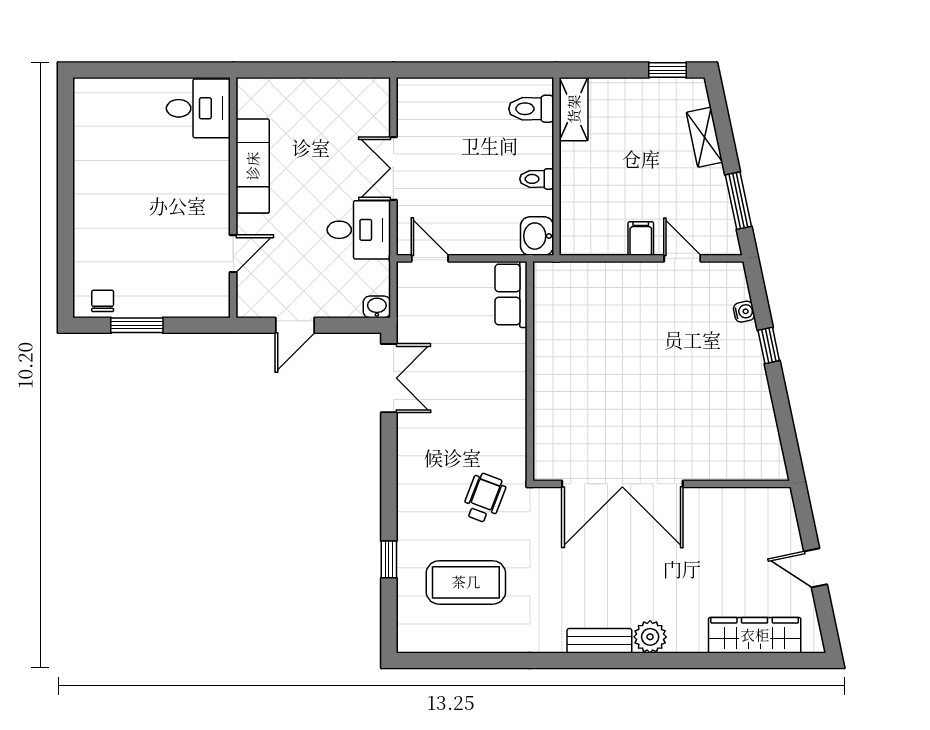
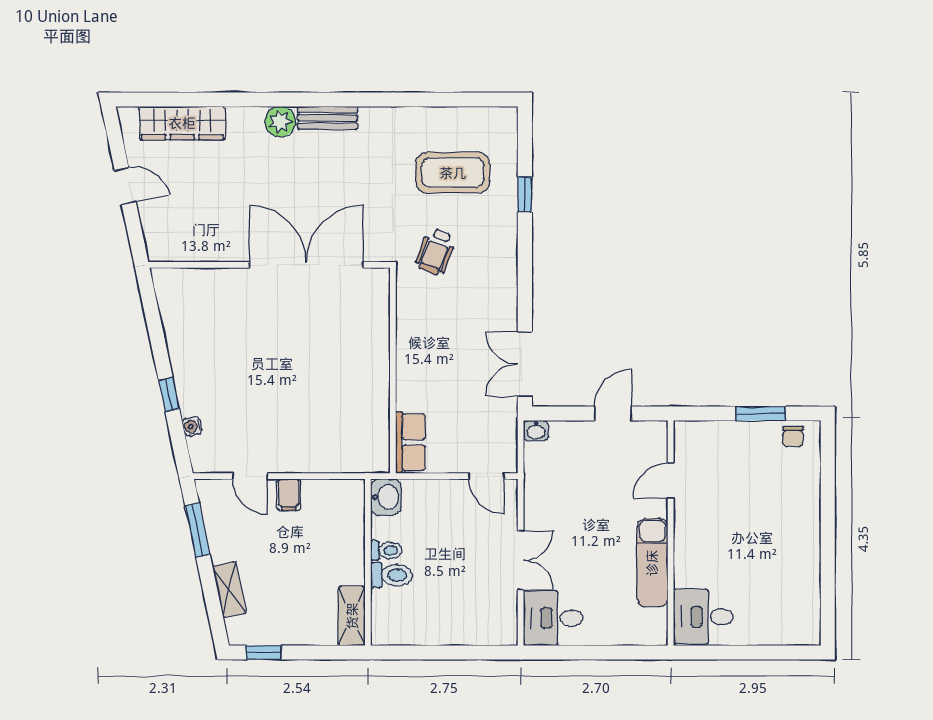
toilet: (531, 109) -> (391, 575), moved
desk: (359, 230) -> (553, 618), moved

